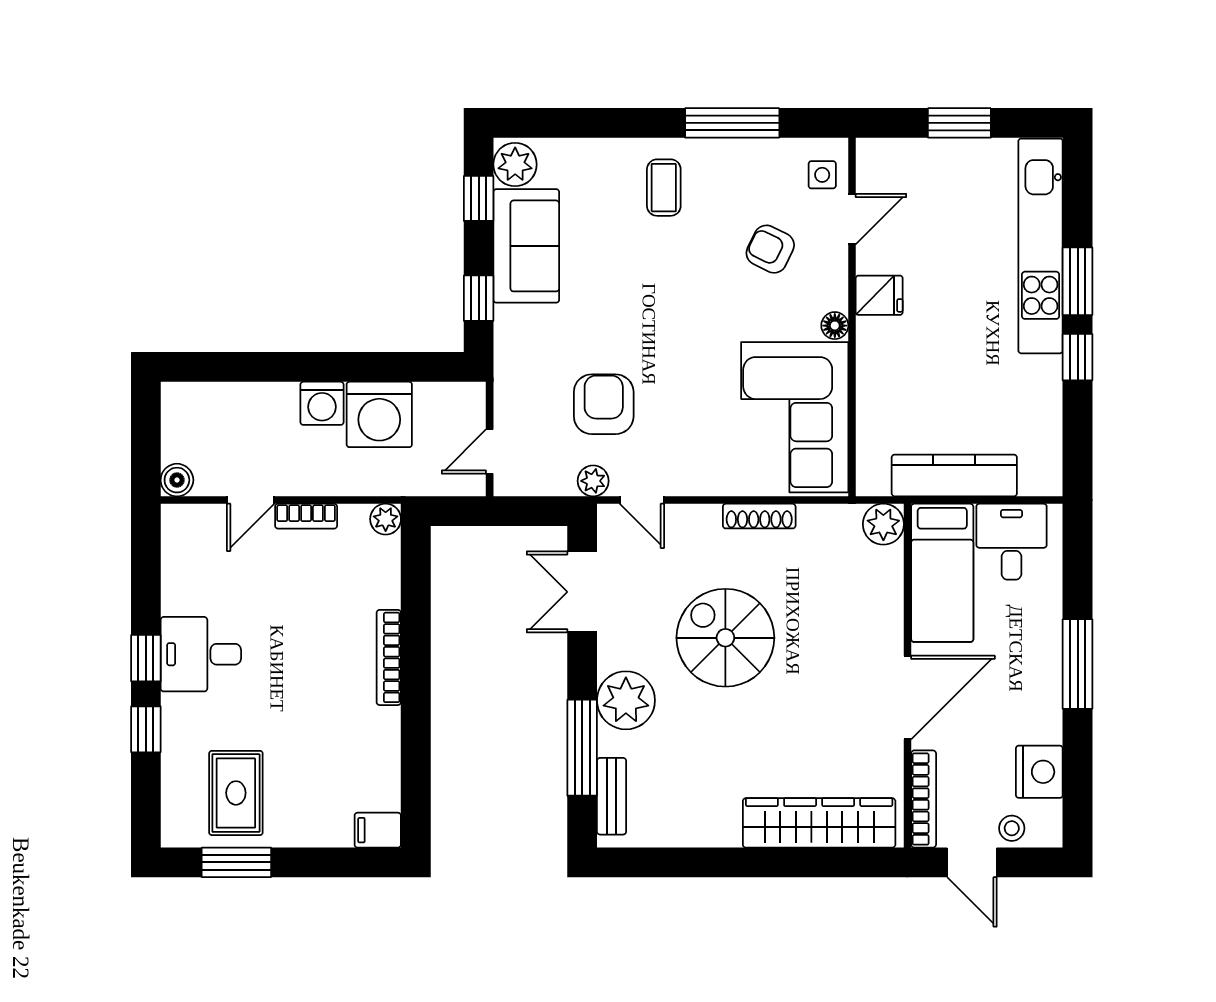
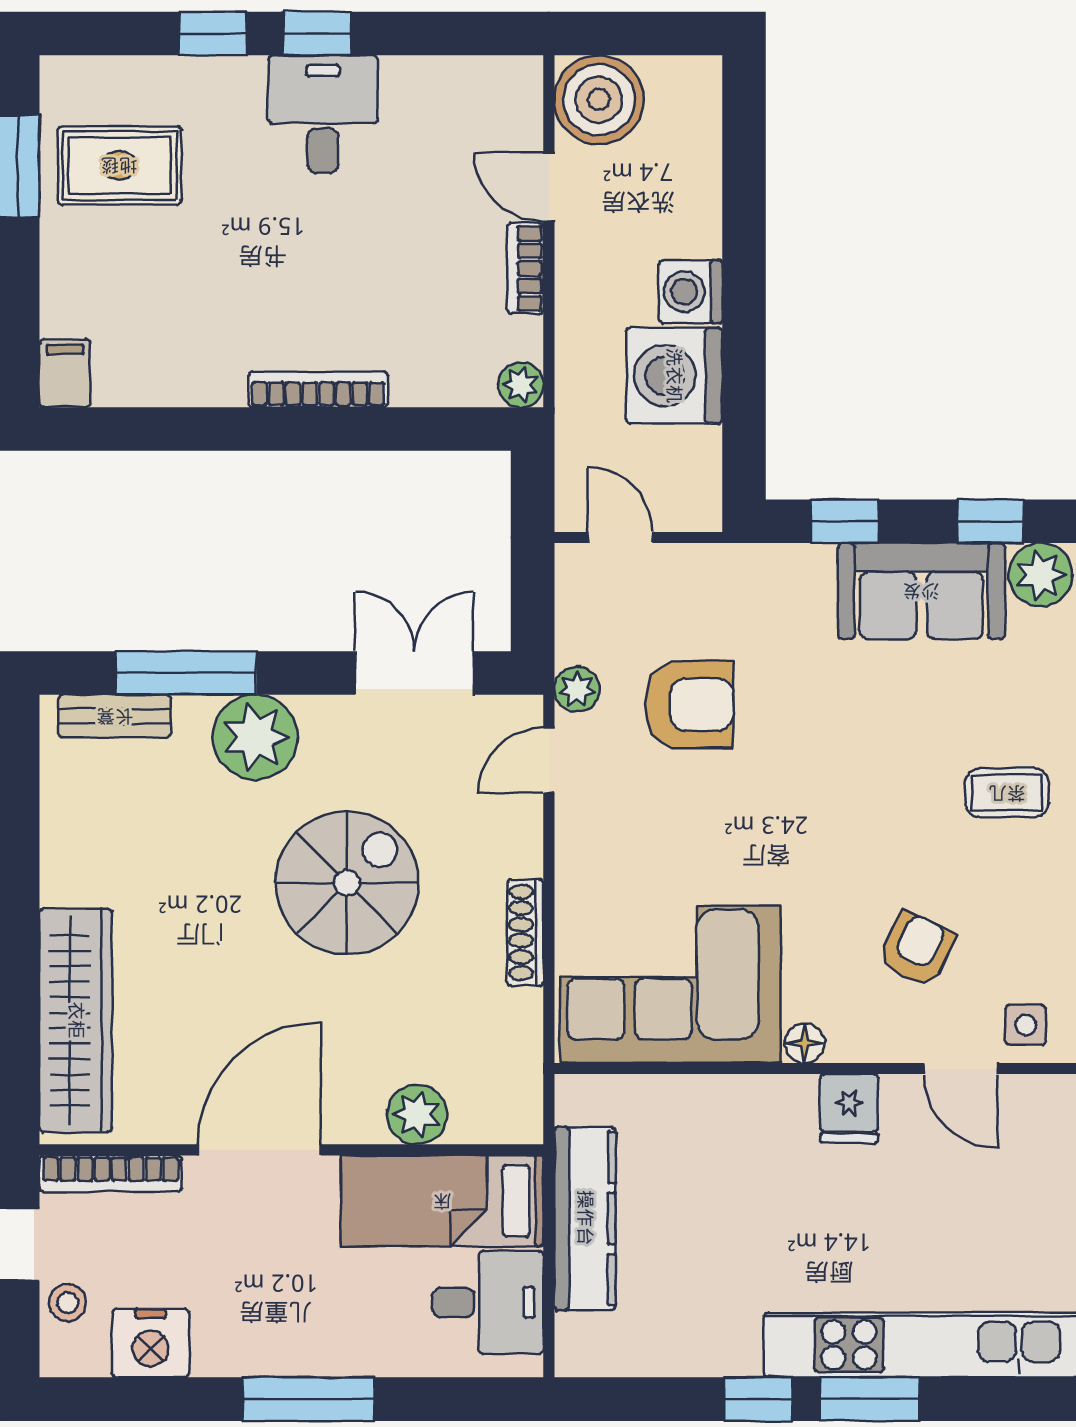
boiler: (177, 480) -> (599, 100), width x1.86, depth x1.86
plant: (883, 524) -> (417, 1114), moved
door: (907, 697) -> (259, 1150), swing flipped

